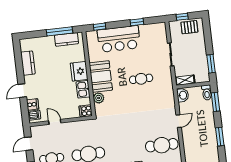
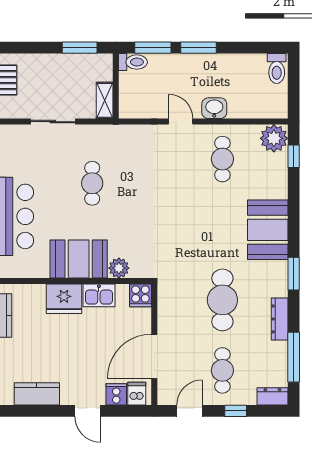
washbasin: (183, 95) -> (214, 108), moved
door: (55, 122) -> (154, 356), width x1.88
window: (220, 137) -> (198, 48), moved
door: (29, 144) -> (190, 411), swing flipped
cafe table: (162, 145) -> (222, 159), width x0.73, depth x0.74

